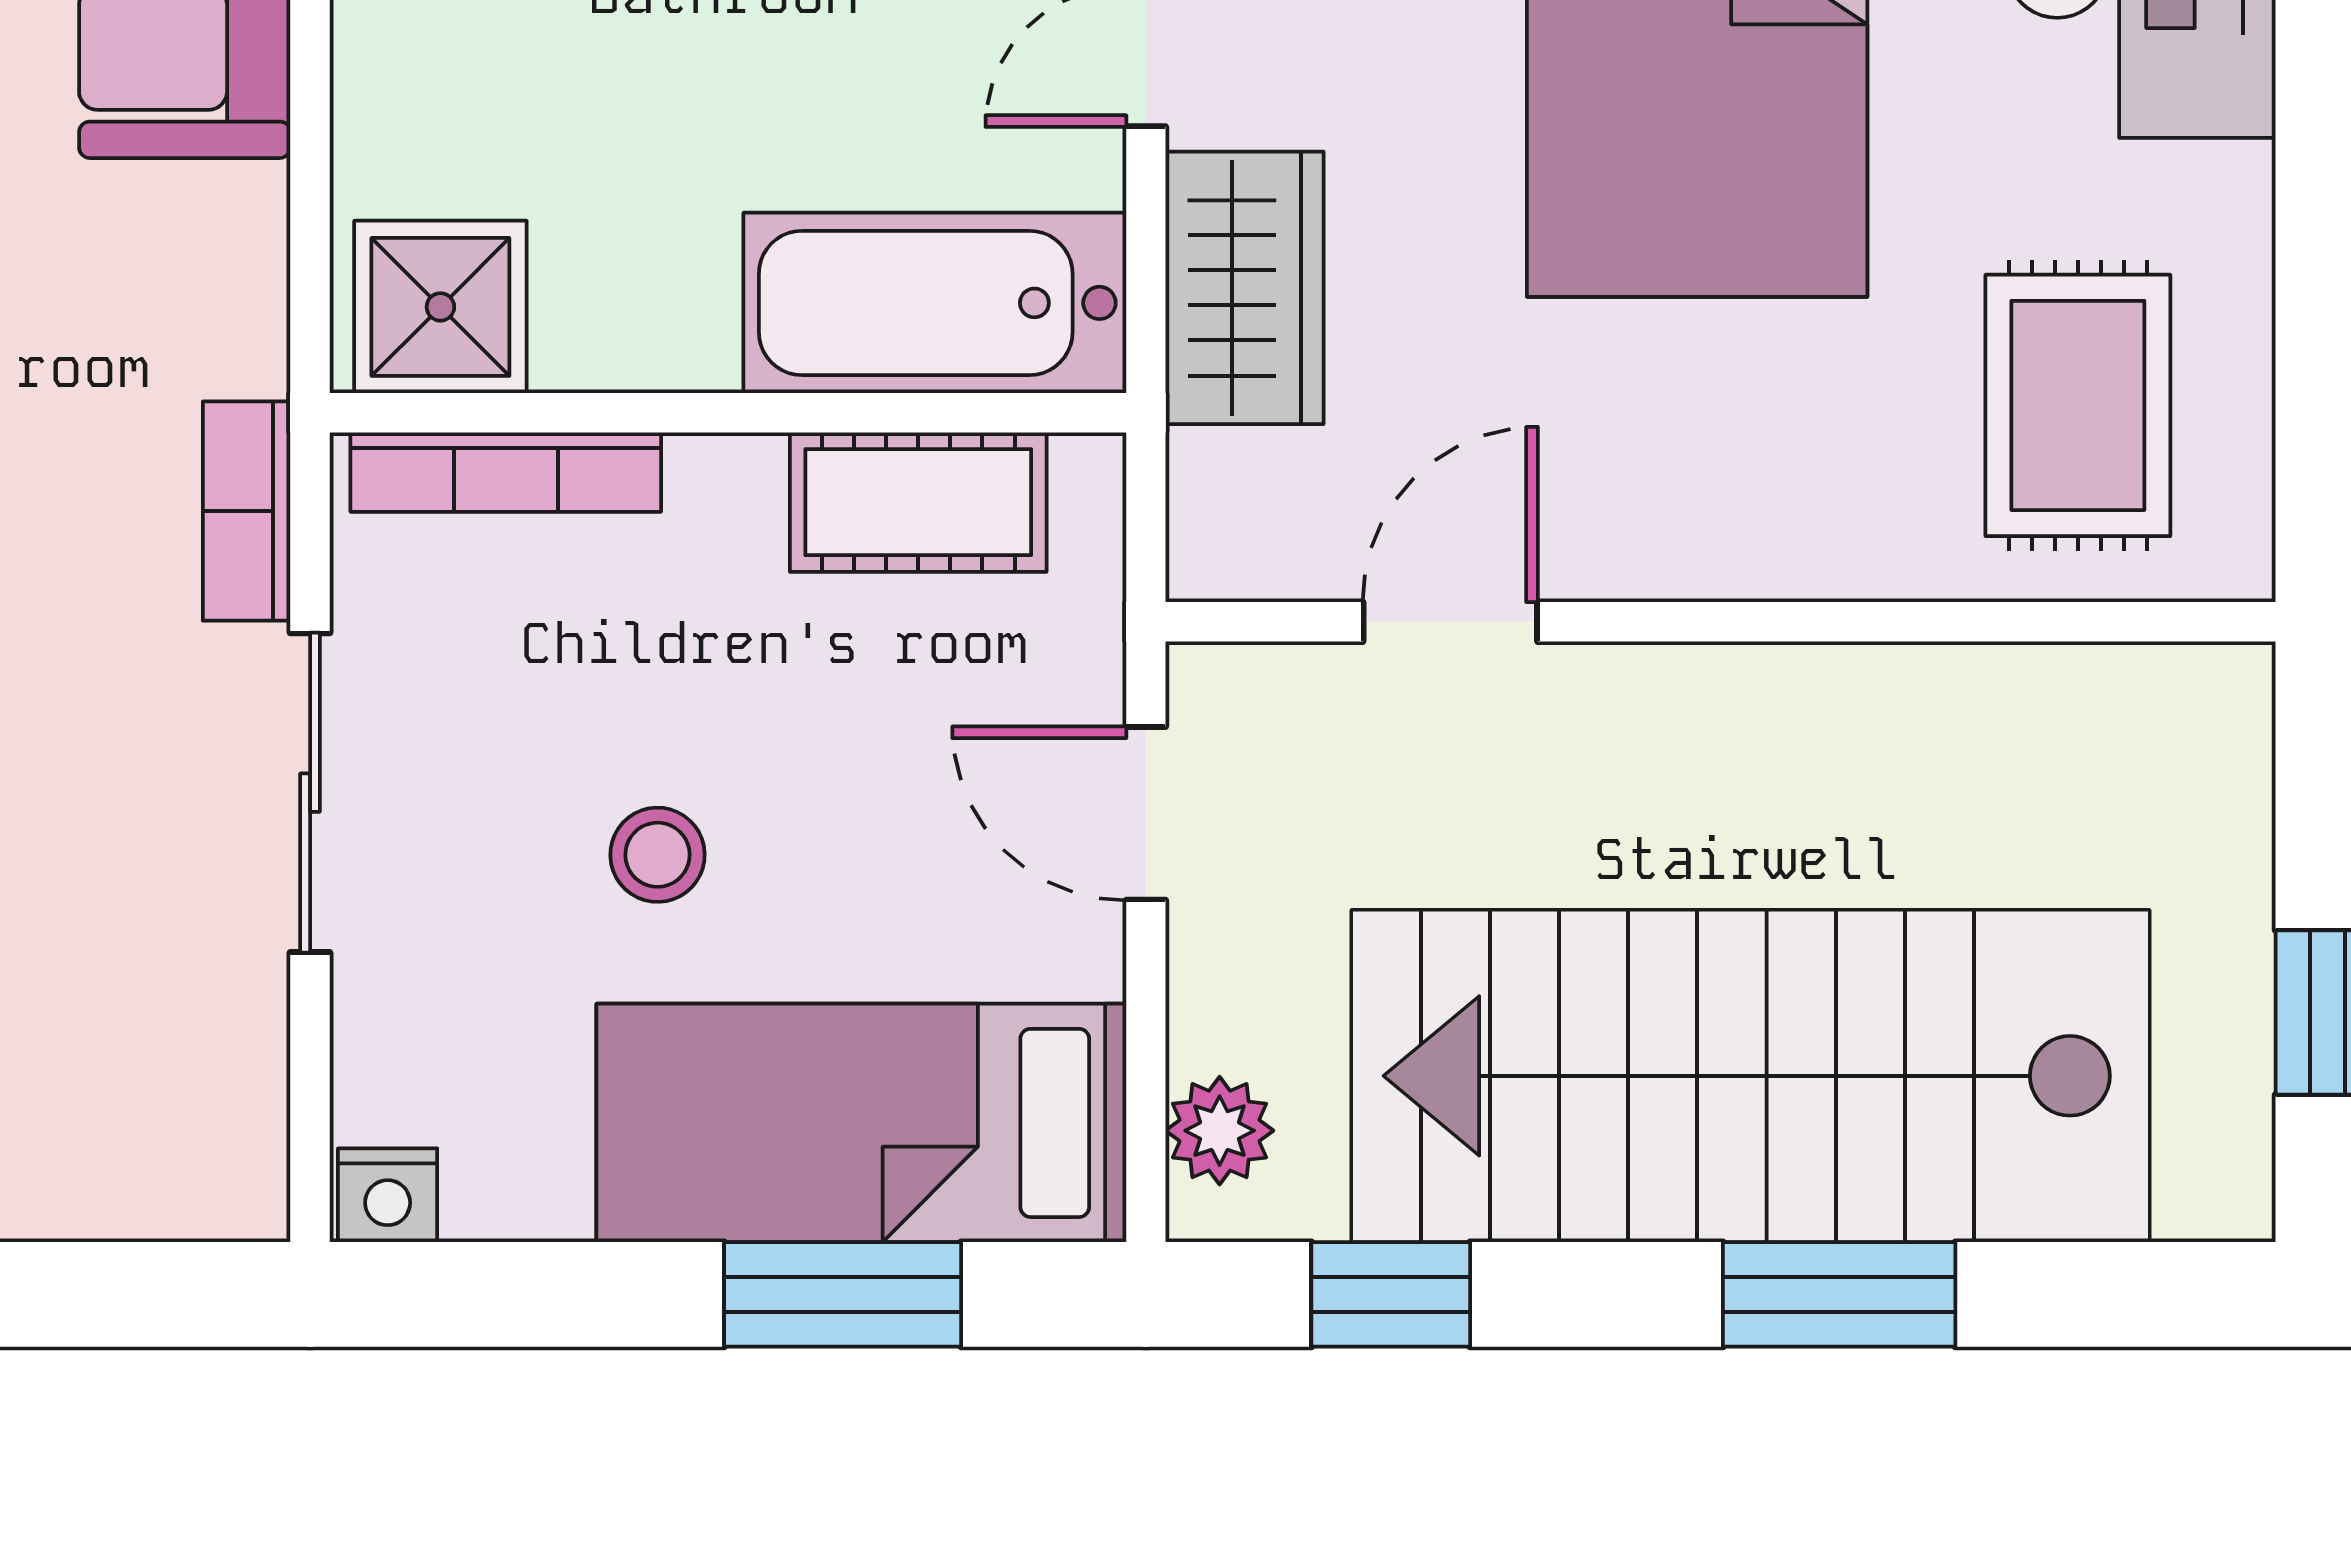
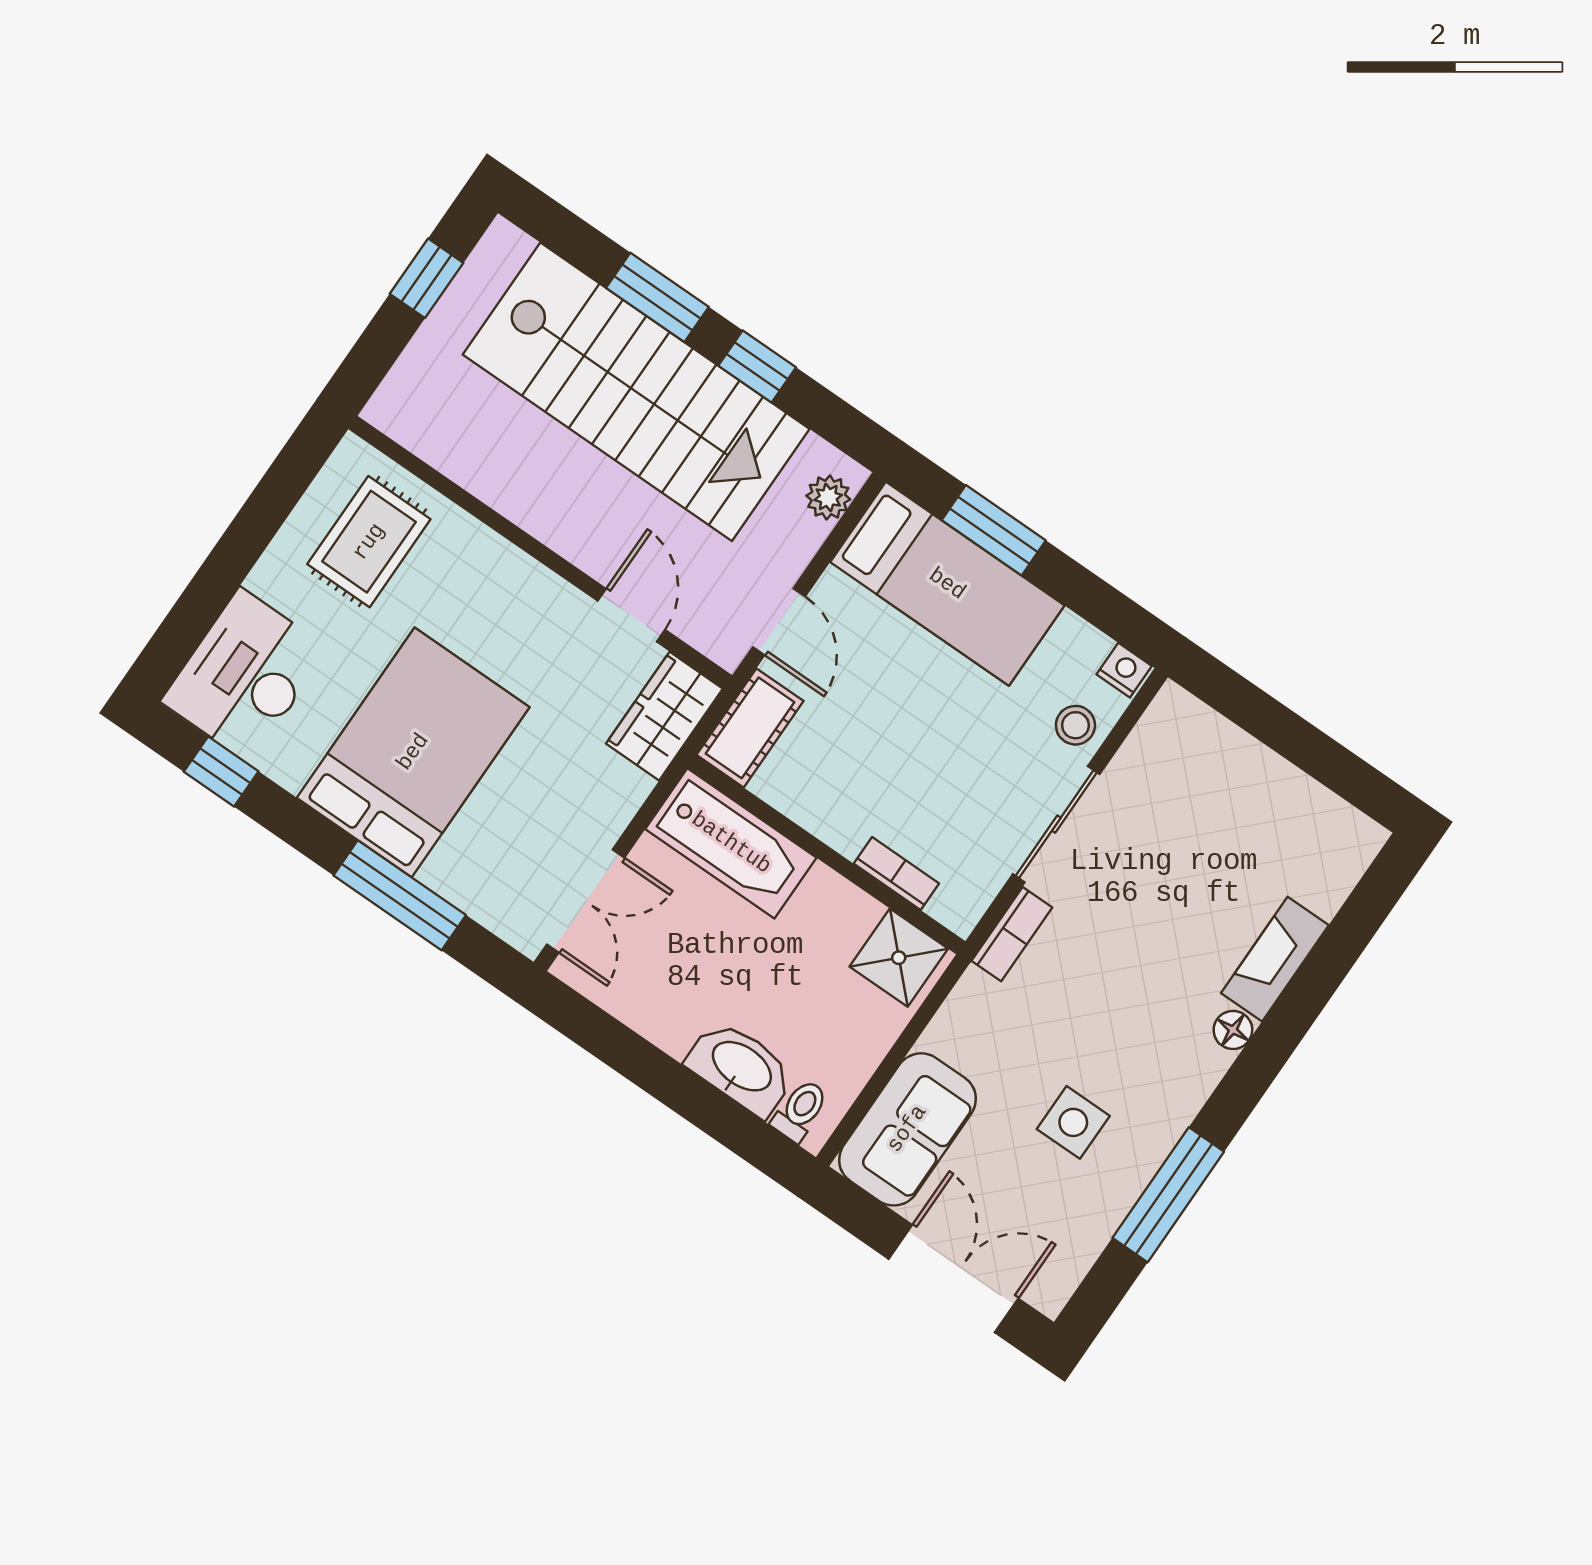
wardrobe: (1245, 288) -> (664, 716), moved
bookcase: (506, 472) -> (896, 874), width x0.64
cot: (918, 502) -> (750, 728), moved, turned 90
door: (1450, 622) -> (631, 615), swing flipped
stool: (658, 855) -> (1075, 725), moved
window: (1391, 1294) -> (757, 366), moved

